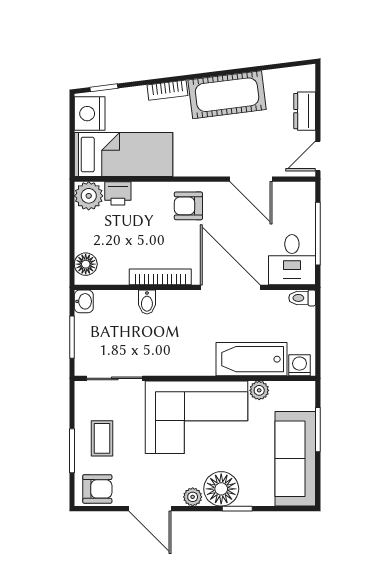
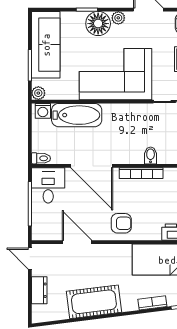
bookcase: (167, 90) -> (152, 303), moved
door: (318, 156) -> (30, 258), swing flipped
plant: (259, 390) -> (38, 93), moved

